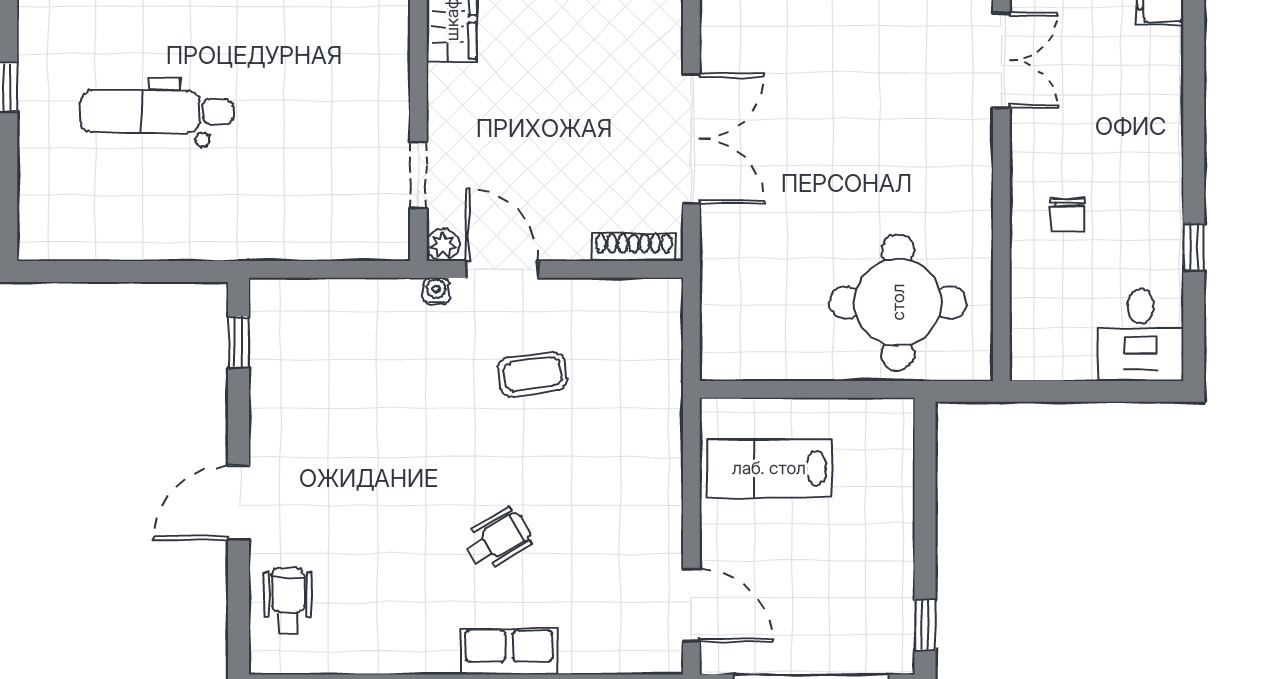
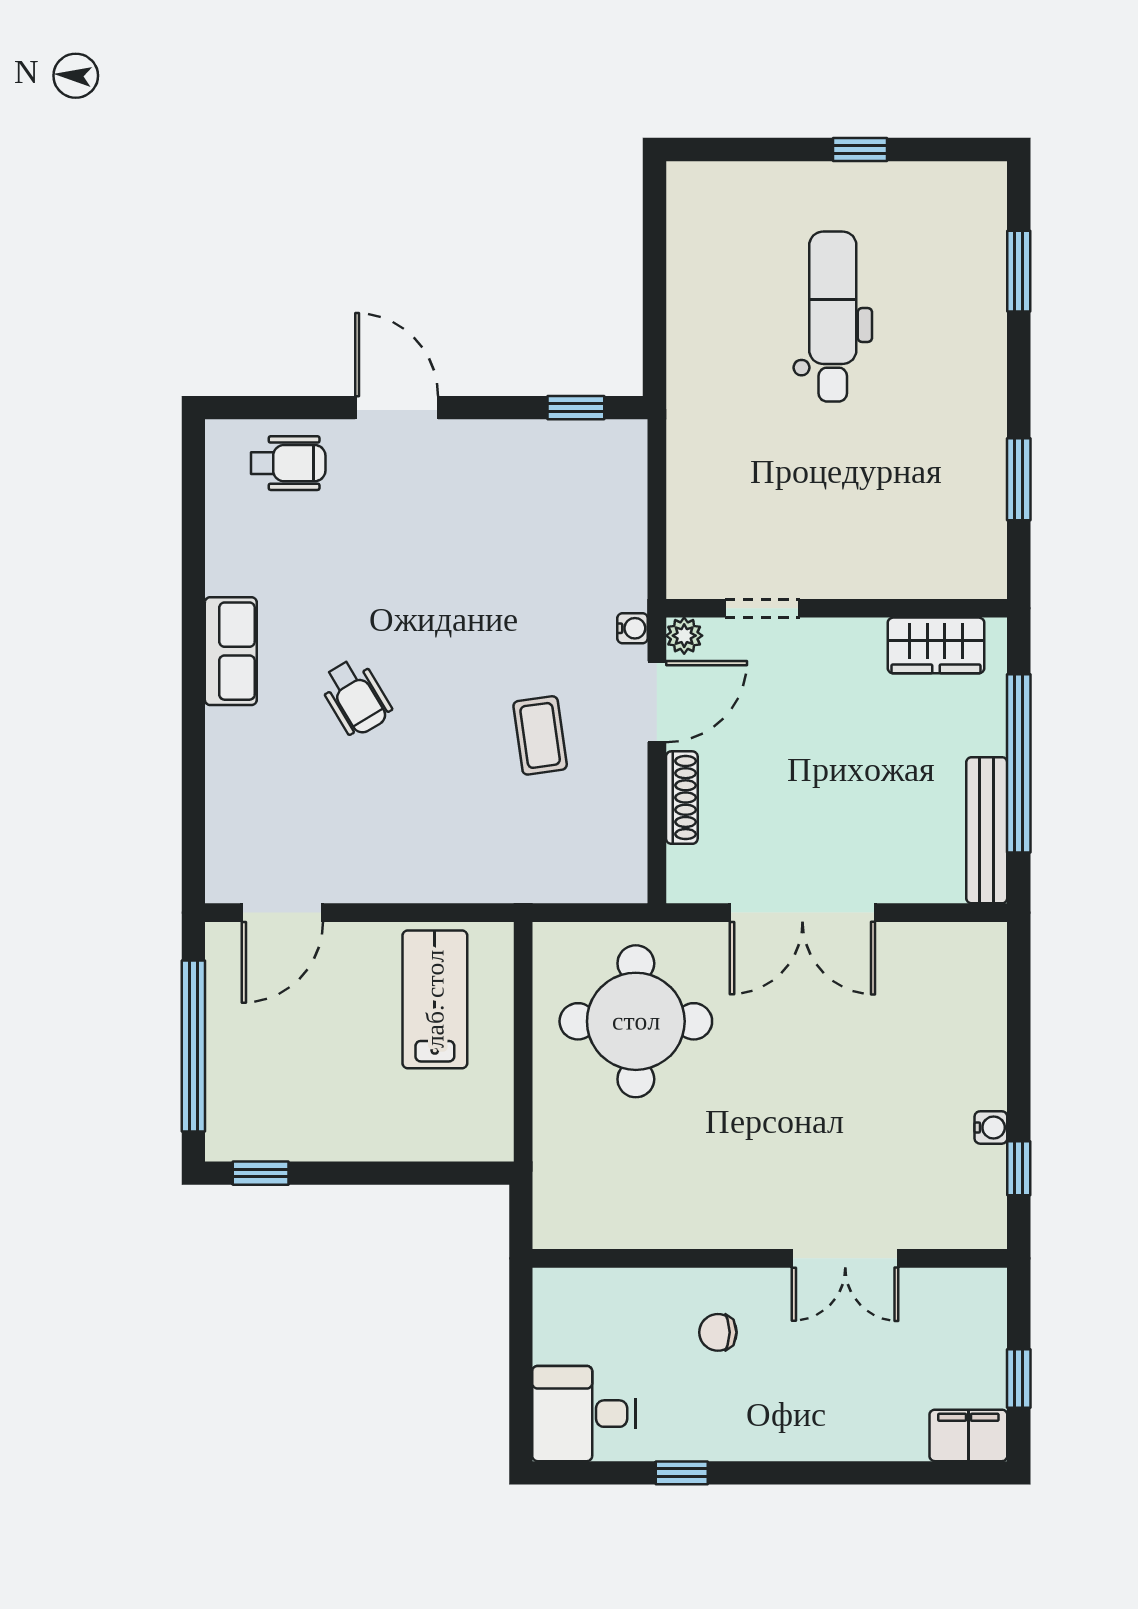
double door: (1001, 60) -> (845, 1258), moved
shoe rack: (634, 247) -> (682, 798), moved
round table: (898, 302) -> (636, 1021), moved
row of seats: (509, 652) -> (231, 651), moved

